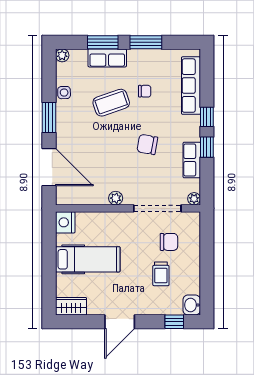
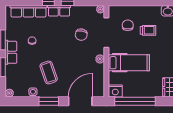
row of seats: (107, 58) -> (11, 52), moved
coffee table: (111, 103) -> (49, 72), moved
chair: (147, 144) -> (81, 35), moved
row of seats: (192, 160) -> (59, 11), moved
window: (49, 253) -> (135, 101), added
hospital bed: (88, 259) -> (129, 63), moved, turned 90

